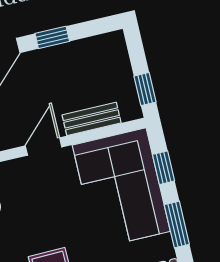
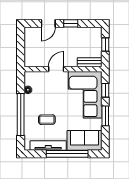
window: (145, 89) -> (105, 45), moved
bench: (92, 119) -> (90, 62), moved

